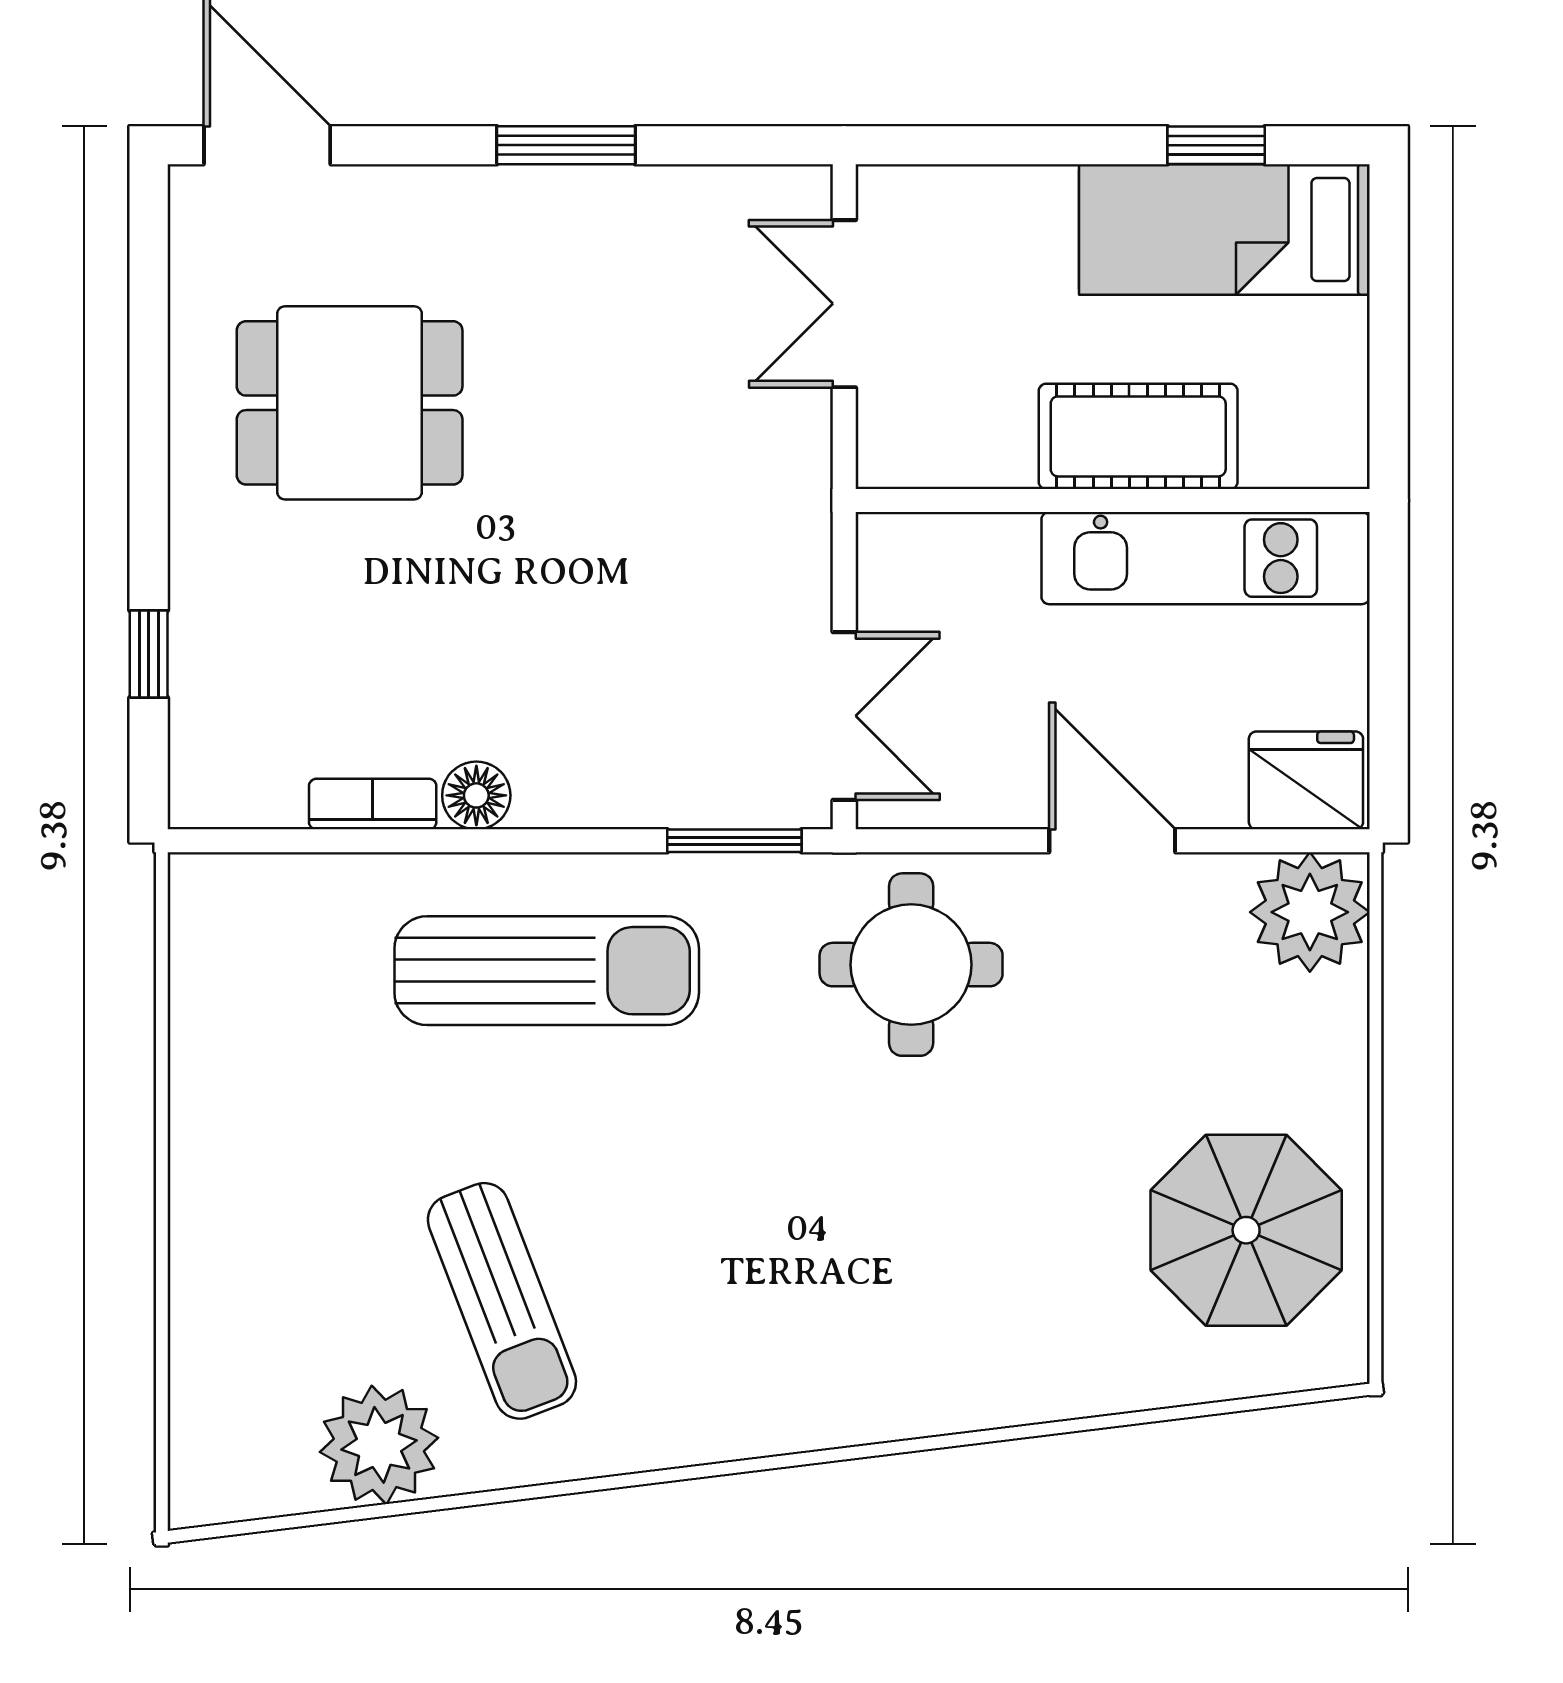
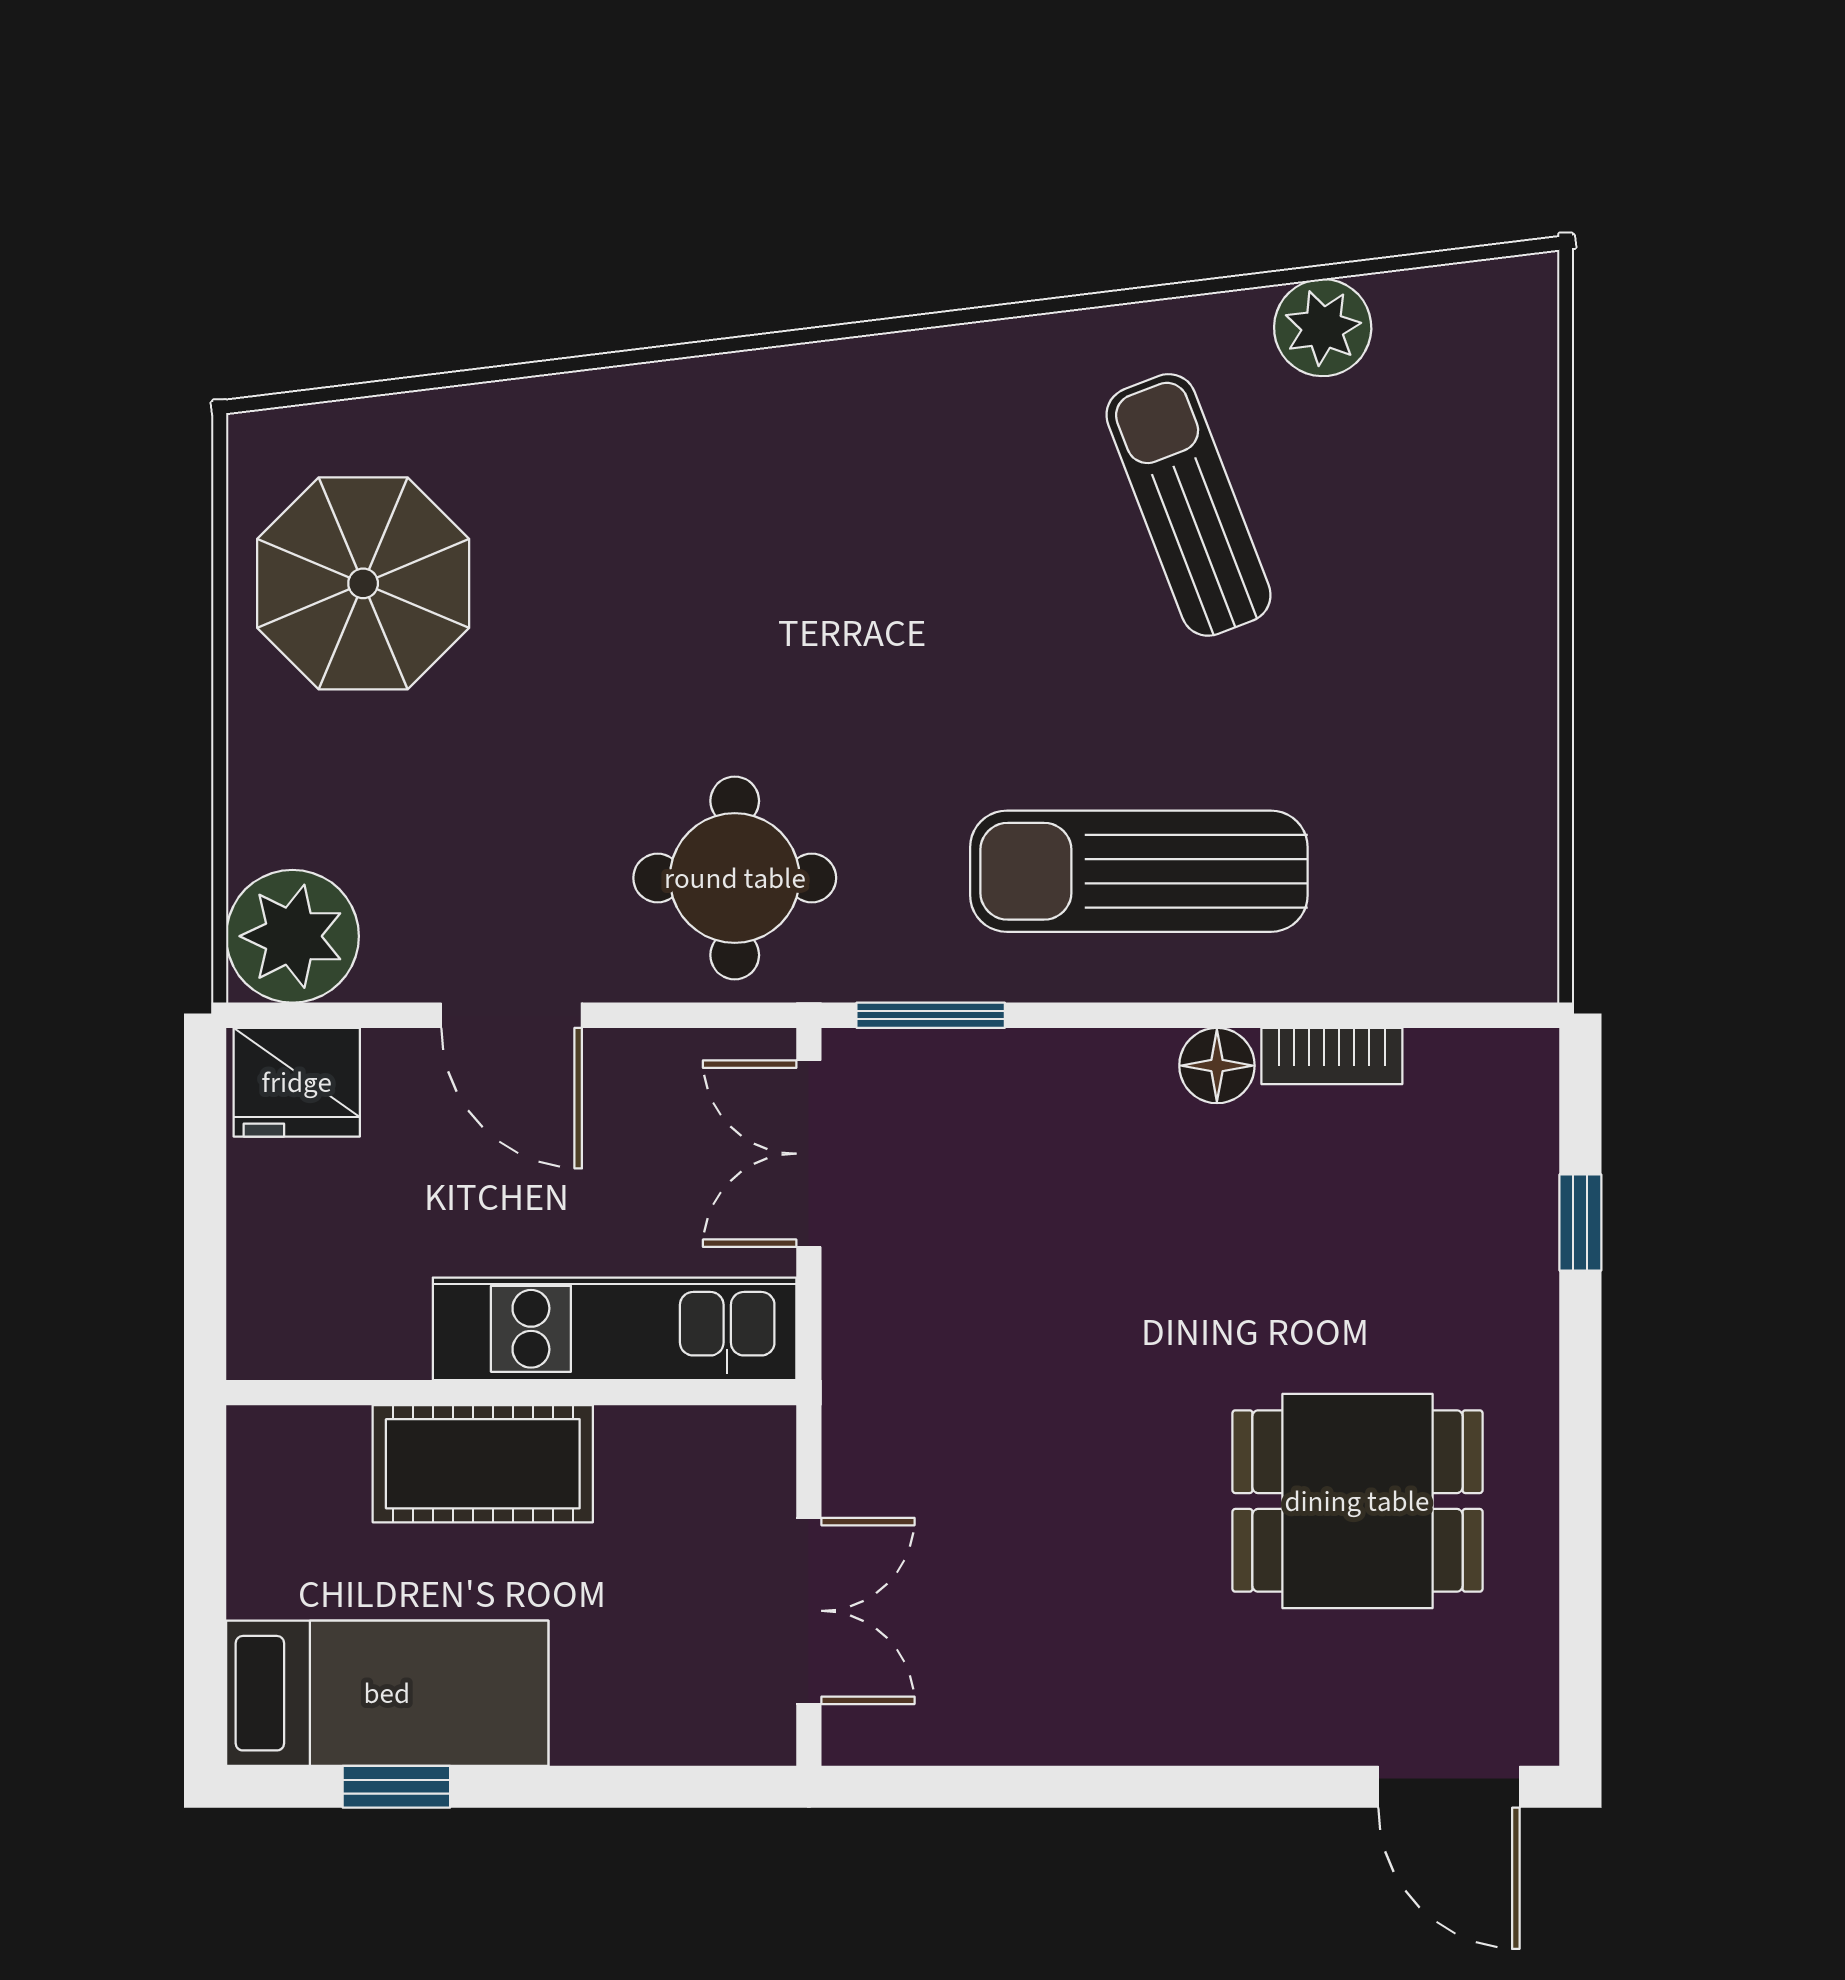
window: (566, 145) -> (1117, 1787), removed
kitchen unit: (1205, 558) -> (615, 1329), moved
plant: (379, 1445) -> (1323, 328), width x0.73, depth x0.73

